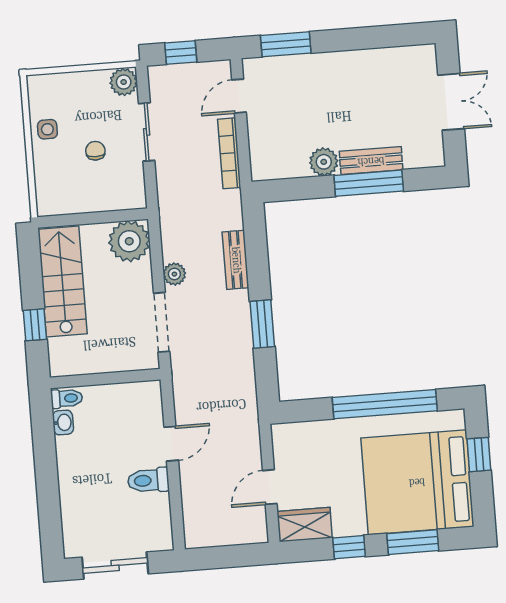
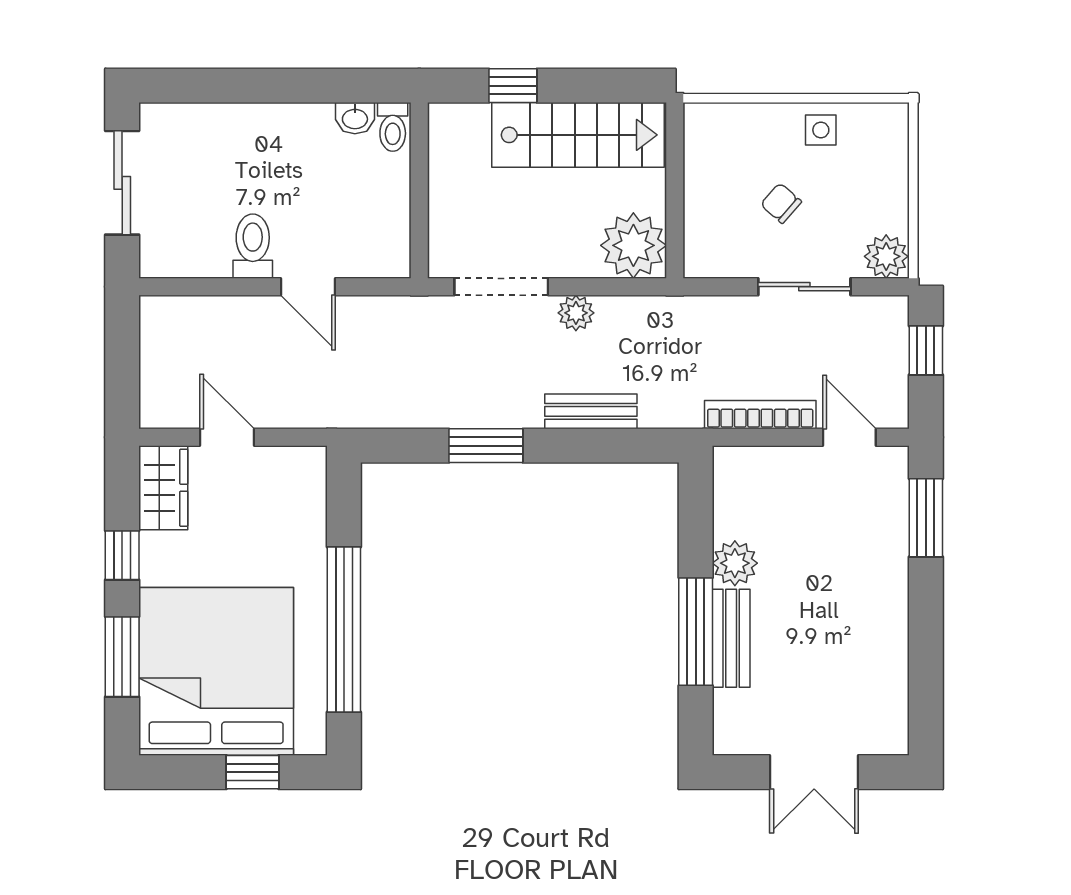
chair: (95, 151) -> (781, 203), turned -139

